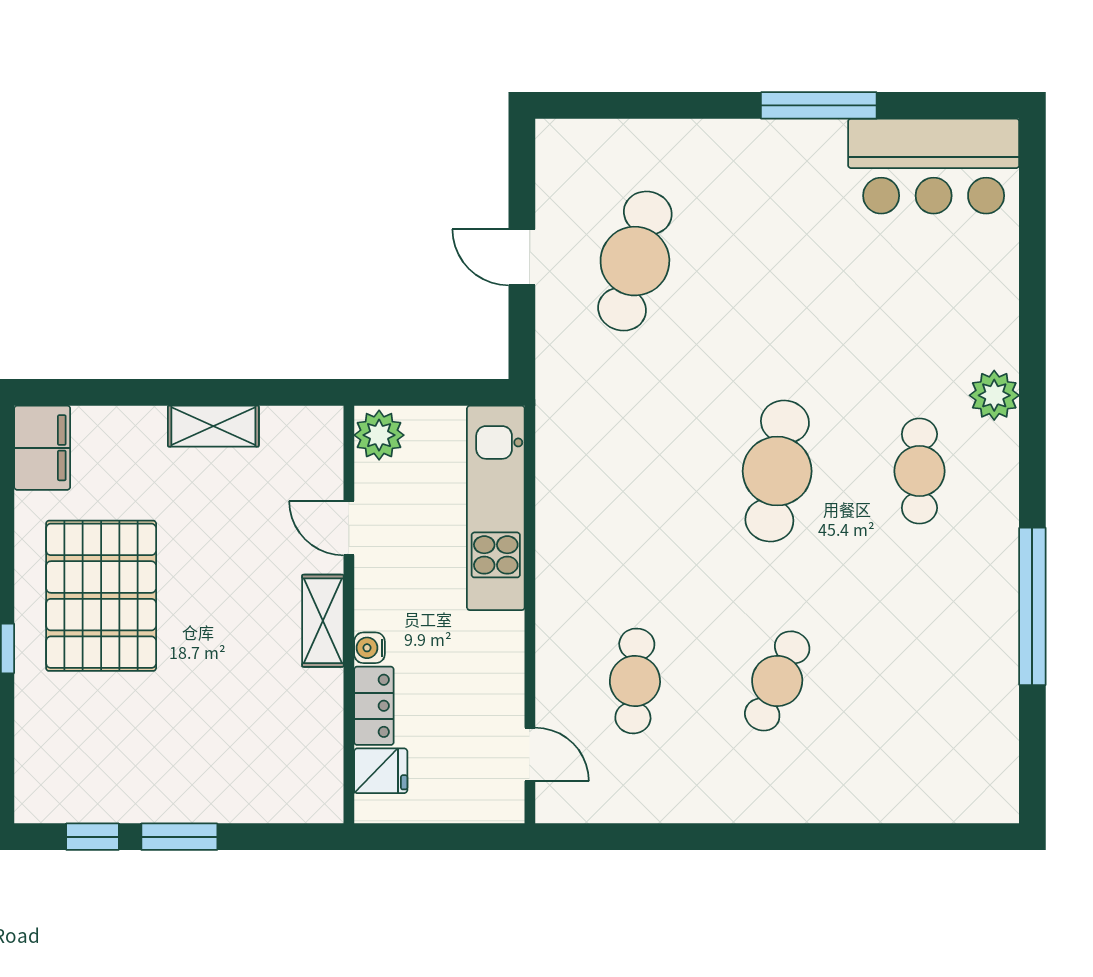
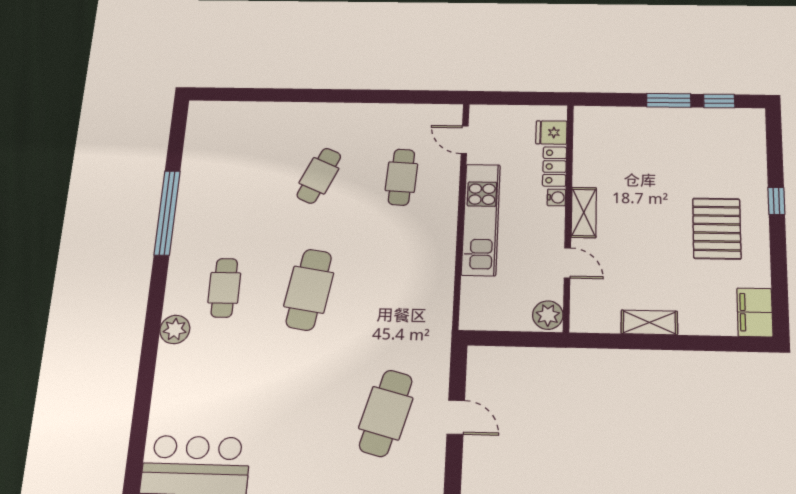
kitchen unit: (496, 508) -> (481, 219), moved
pallet: (101, 596) -> (717, 229), width x0.73, depth x0.71

